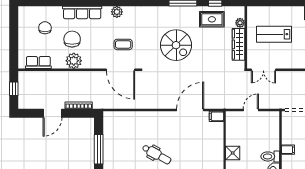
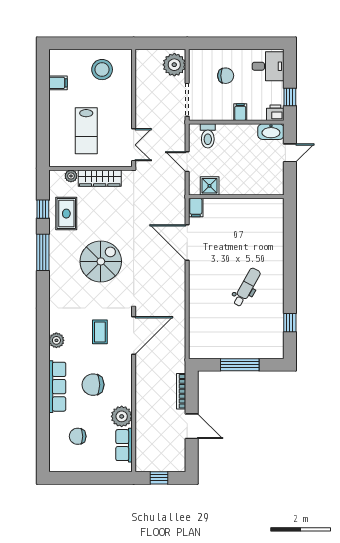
chair: (72, 39) -> (93, 385), moved
plant: (74, 61) -> (122, 416), moved
shower: (233, 153) -> (210, 186), moved
toilet: (270, 156) -> (208, 136), moved

